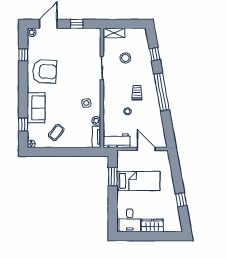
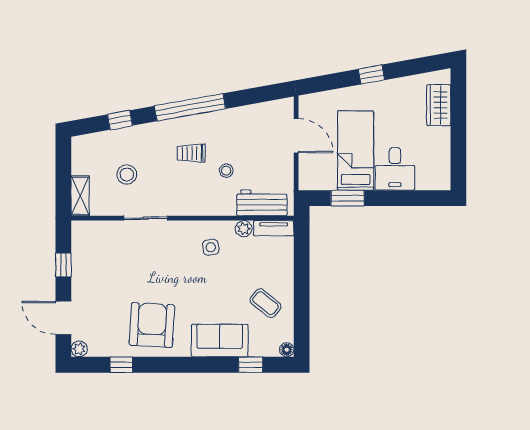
workbench: (117, 141) -> (262, 203), moved, turned 90
door: (146, 149) -> (296, 136), swing flipped
window: (181, 200) -> (371, 74), moved
desk: (130, 220) -> (395, 169), moved, turned 90
wardrobe: (152, 226) -> (439, 105), moved

